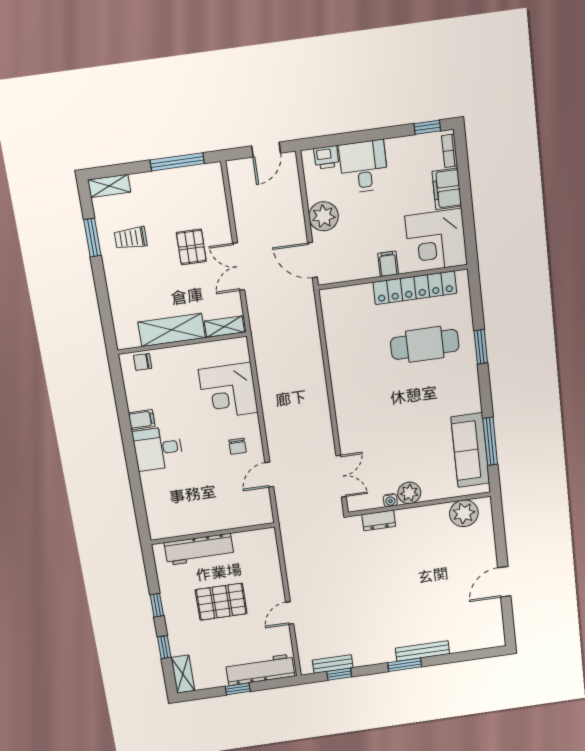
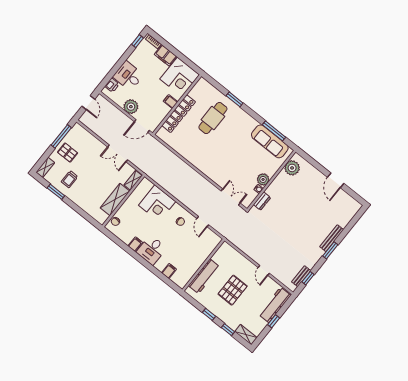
pallet: (191, 247) -> (68, 153), moved
locker: (415, 288) -> (179, 114), moved
filing cabinet: (156, 499) -> (169, 271), added

